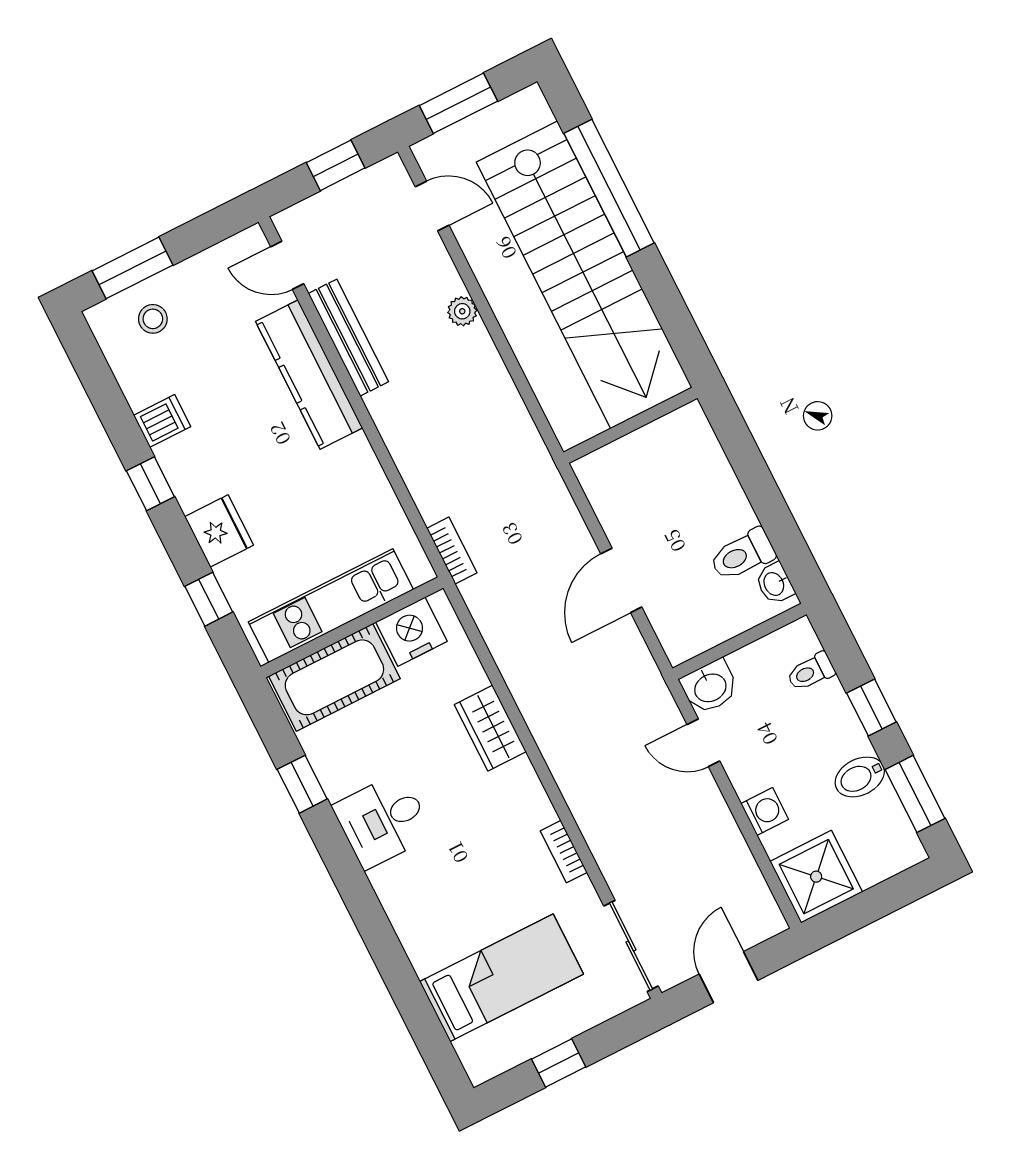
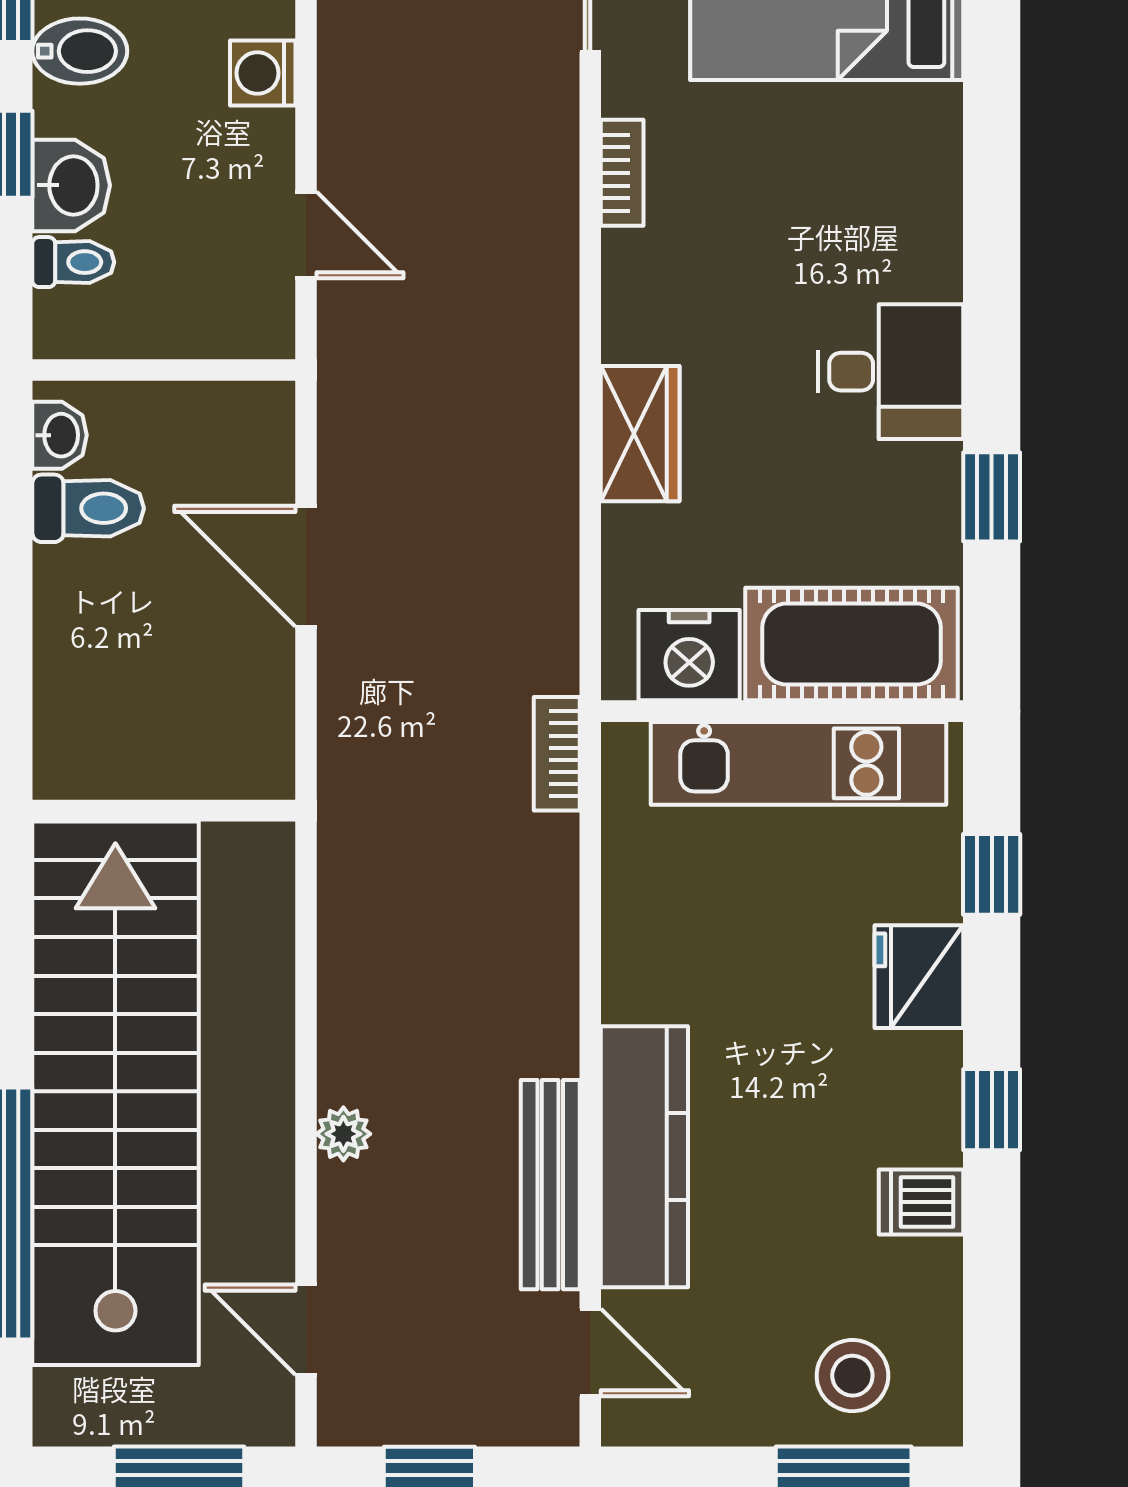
stool: (153, 319) -> (852, 1376), width x1.37, depth x1.37
door: (621, 580) -> (306, 566), swing flipped
washbasin: (710, 687) -> (71, 185), moved, turned 90

